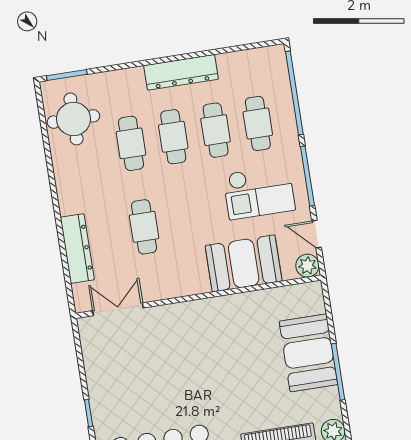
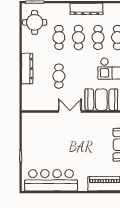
dresser: (77, 249) -> (27, 69), moved
double door: (118, 309) -> (70, 111), moved

